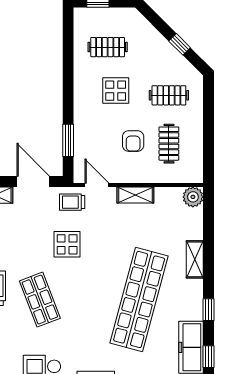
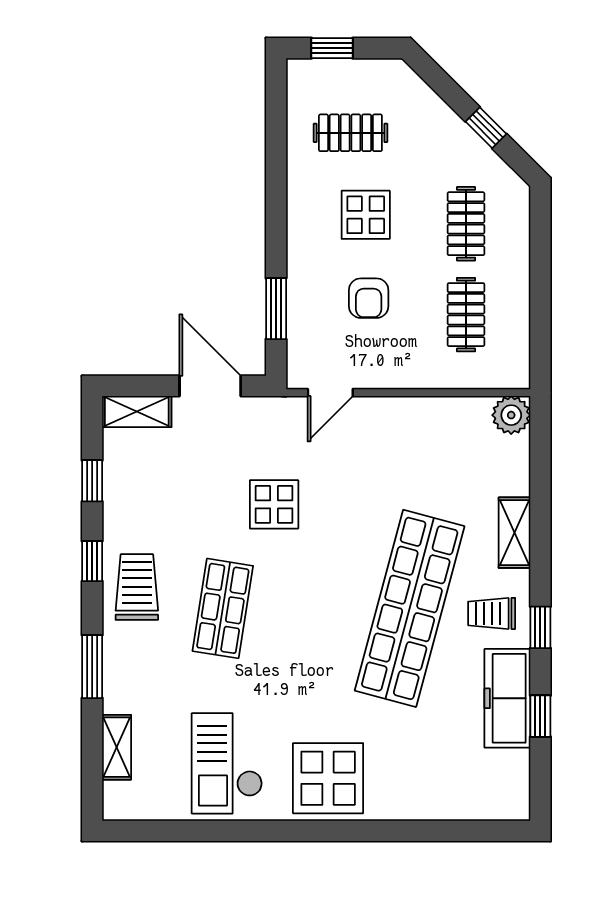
clothes rail: (169, 95) -> (466, 224), turned 90
armchair: (133, 141) -> (369, 298), moved
door: (97, 185) -> (330, 393), swing flipped
shelving: (135, 195) -> (403, 412), removed
trolley: (72, 202) -> (492, 613), moved
shop shelf: (40, 300) -> (223, 608), turned 30

